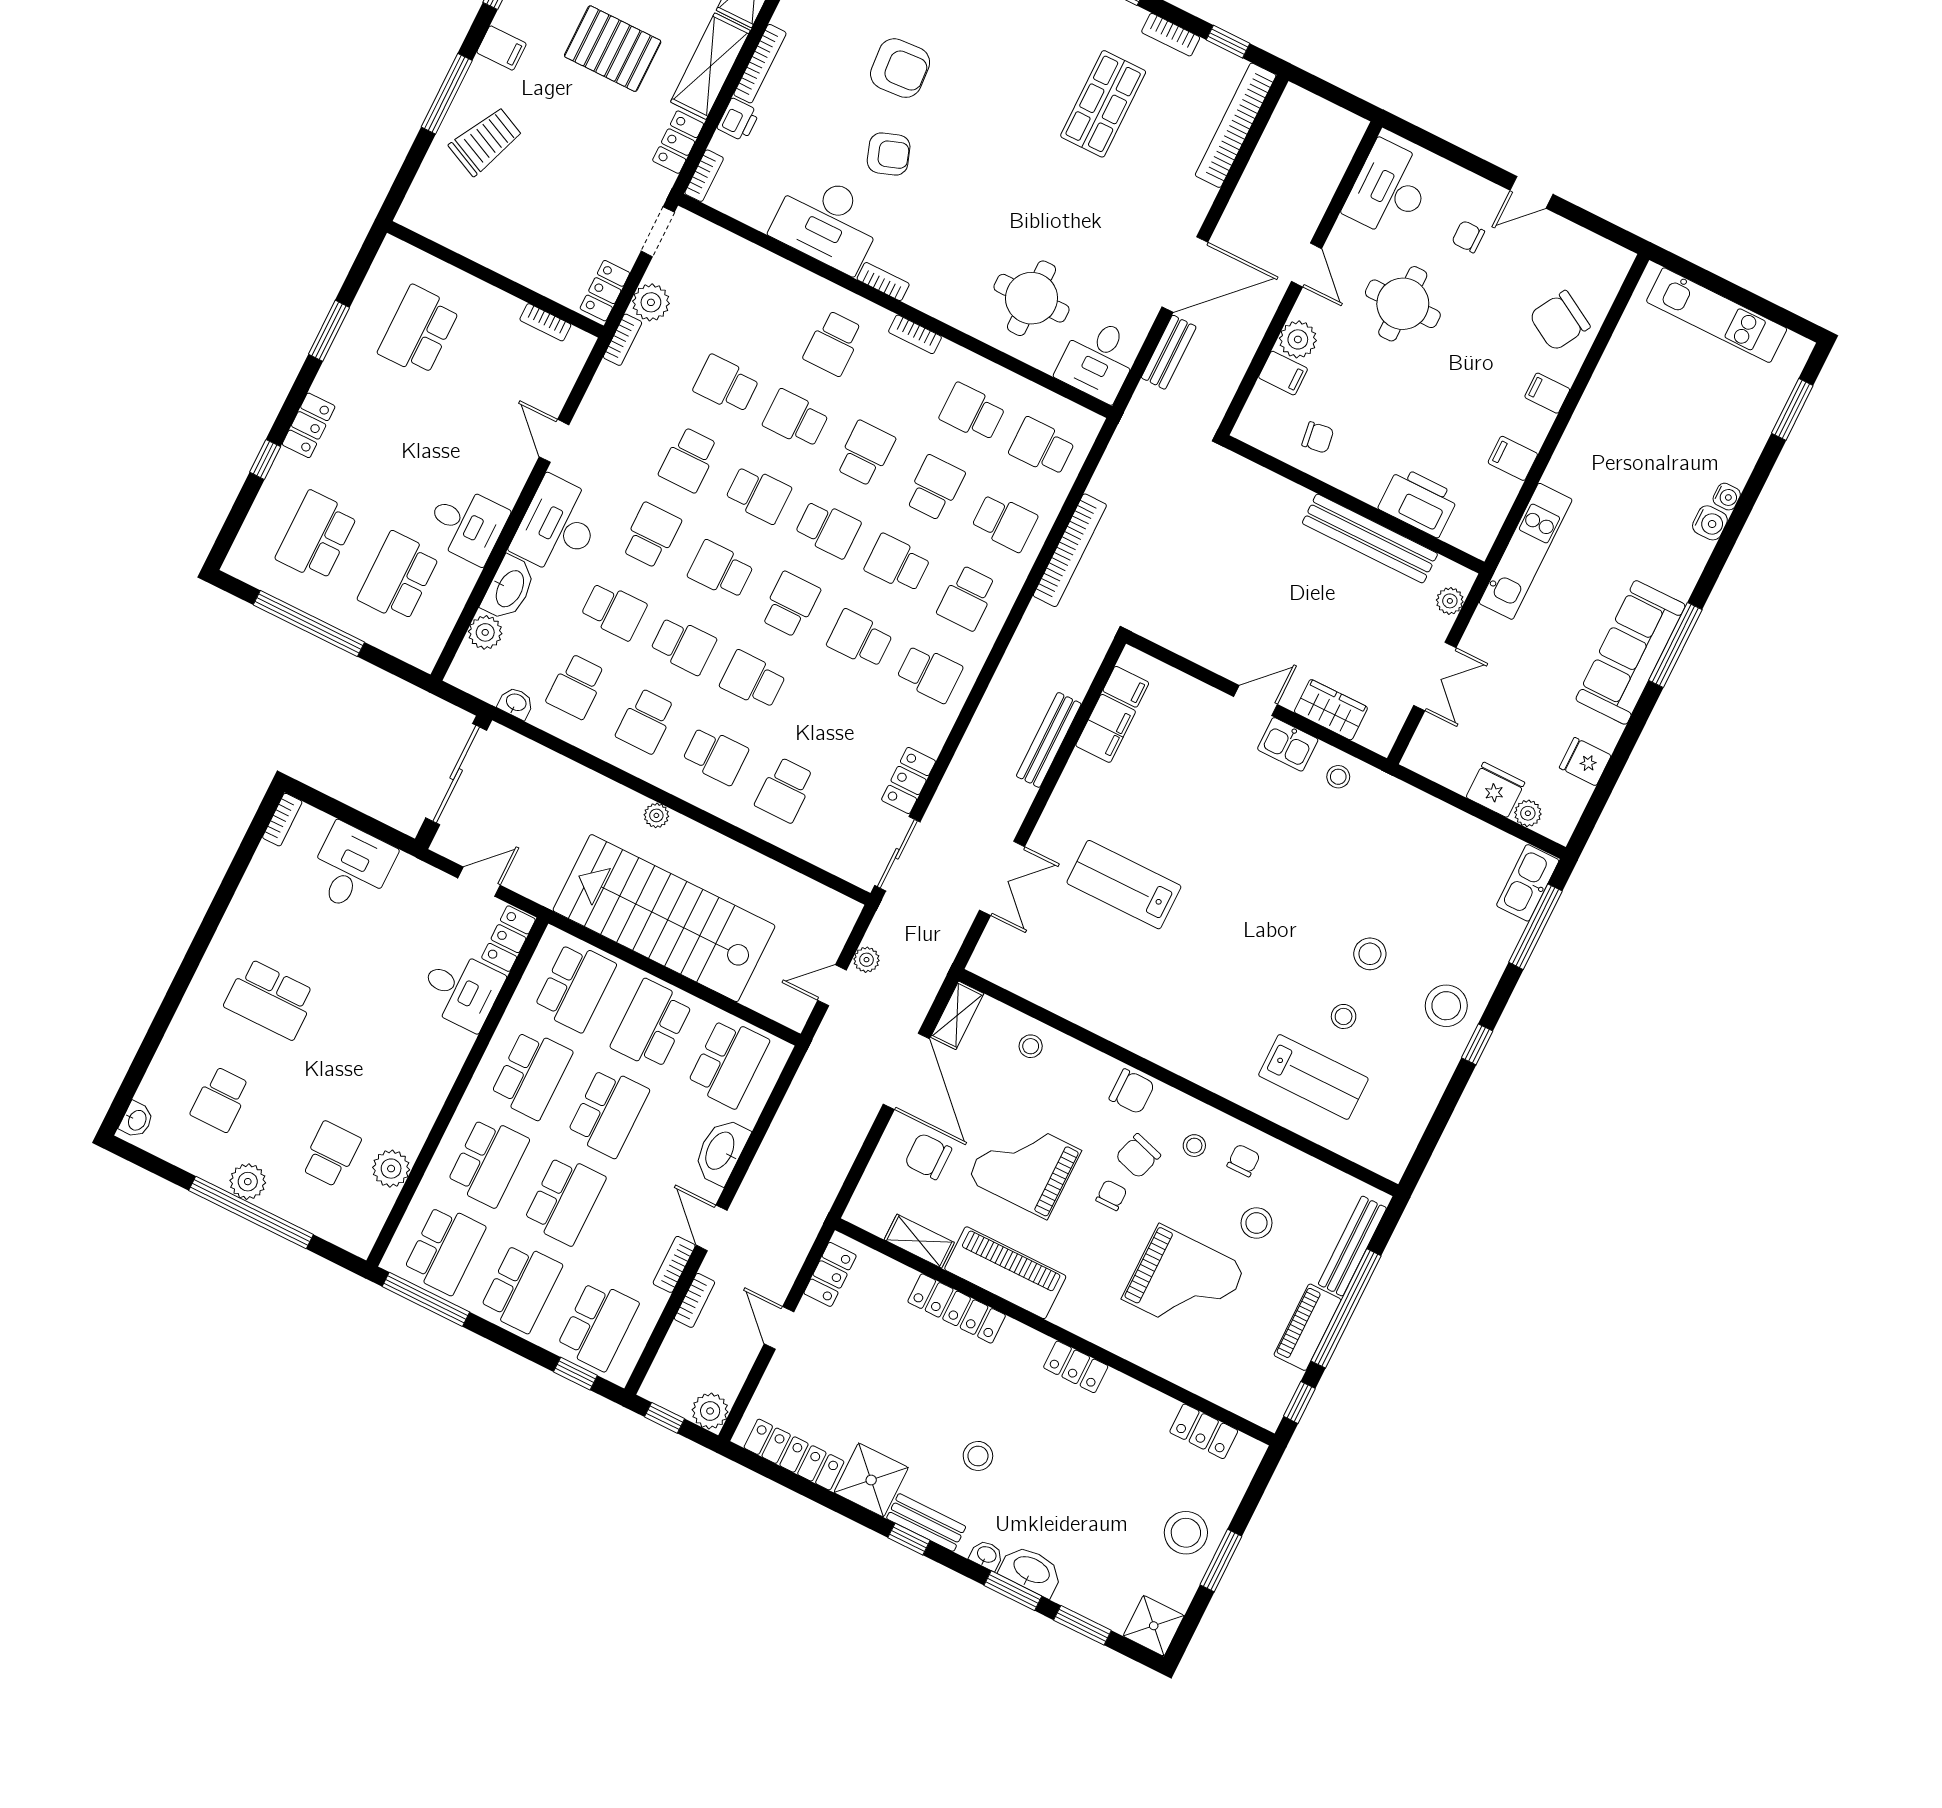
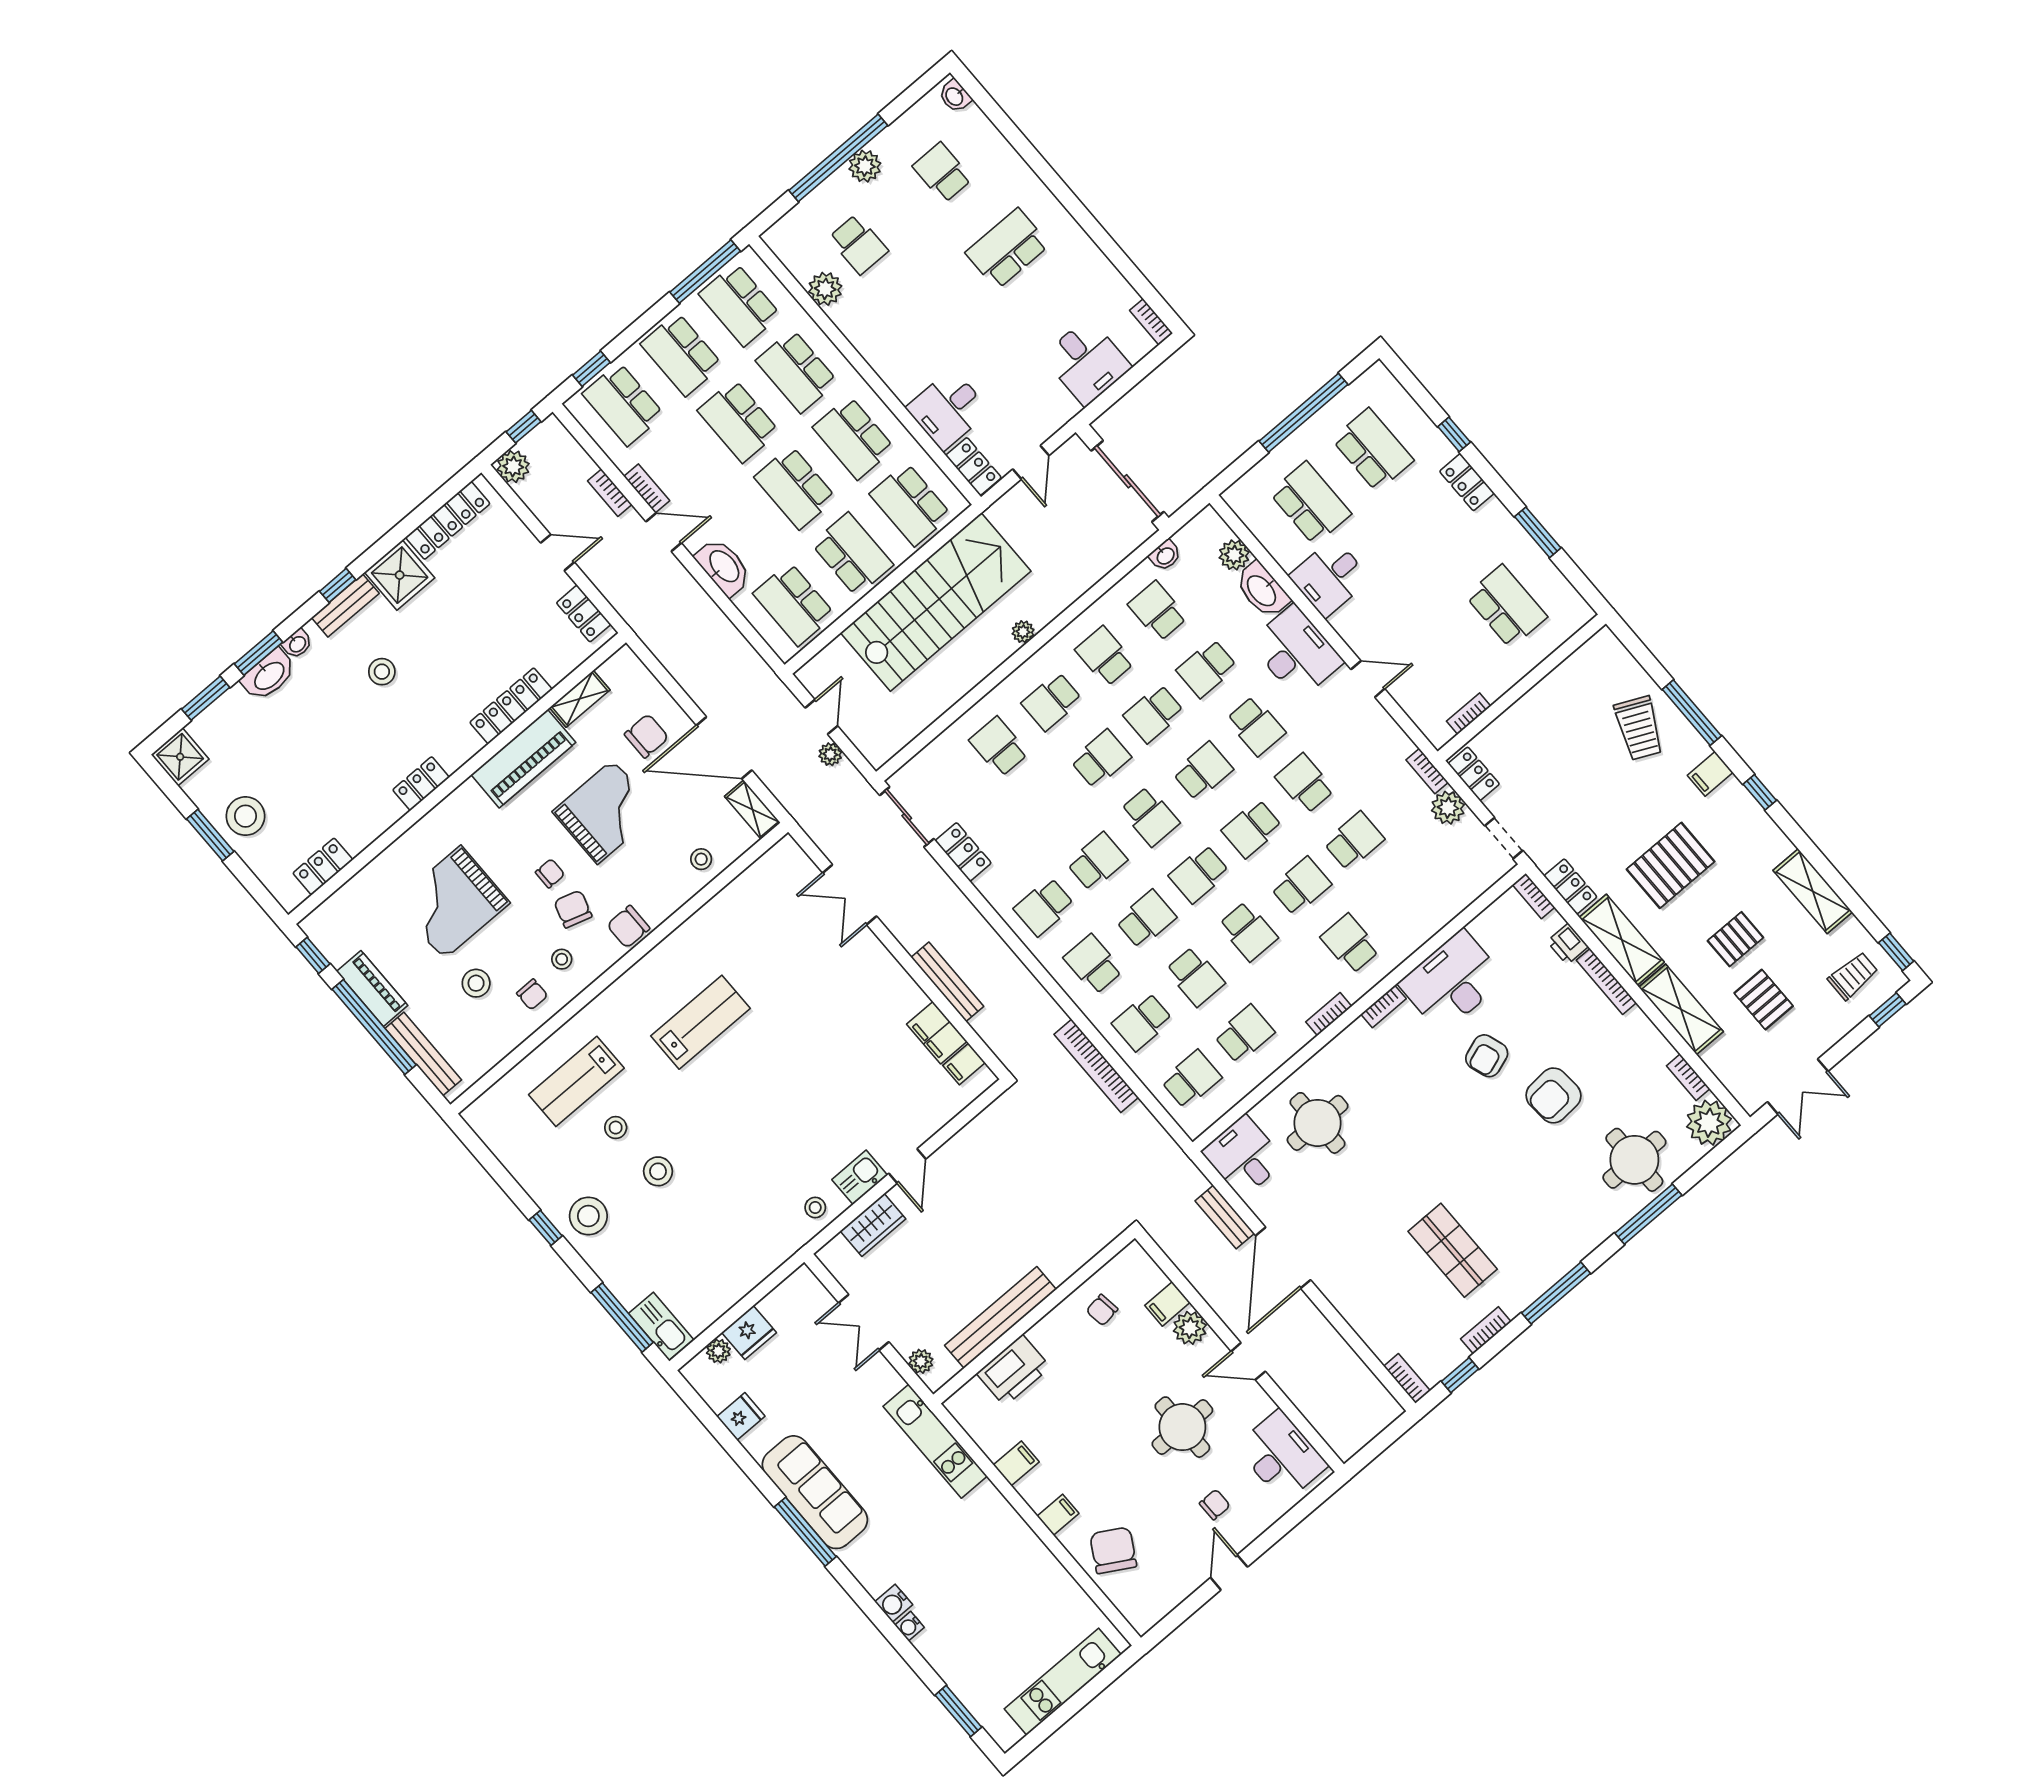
bookcase: (1236, 125) -> (1407, 1378), width x0.43, depth x0.76
lab bench: (1124, 885) -> (701, 1022), moved
chair: (1111, 1195) -> (550, 873), turned -90

